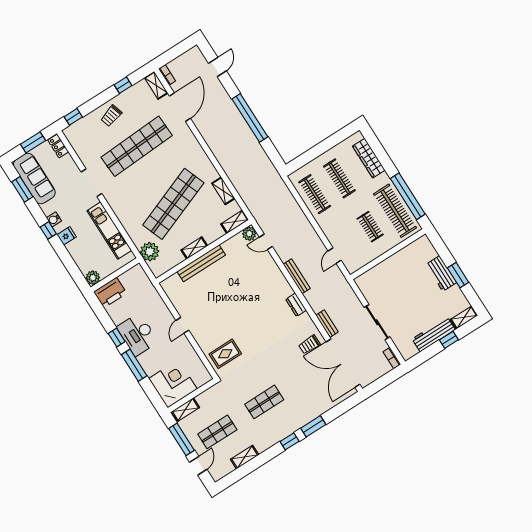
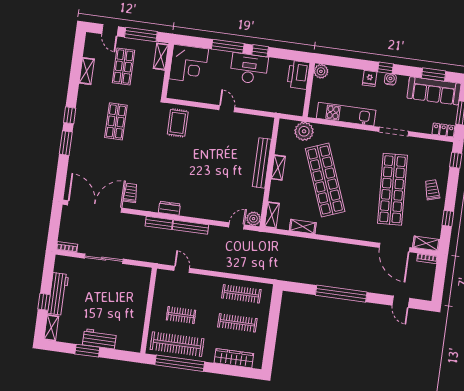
bench: (327, 324) -> (159, 223), moved

